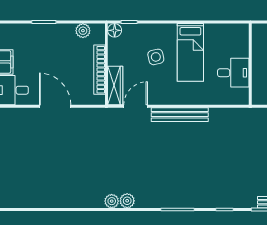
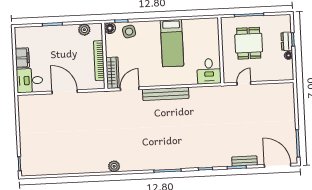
side table: (156, 57) -> (129, 32), moved
desk: (233, 73) -> (209, 71), moved, turned 90
plant: (127, 201) -> (127, 165), removed

